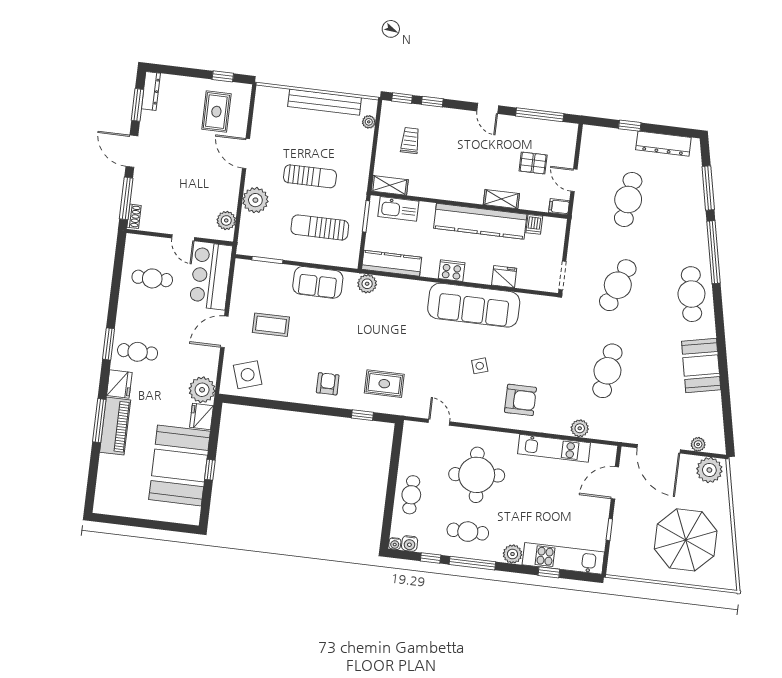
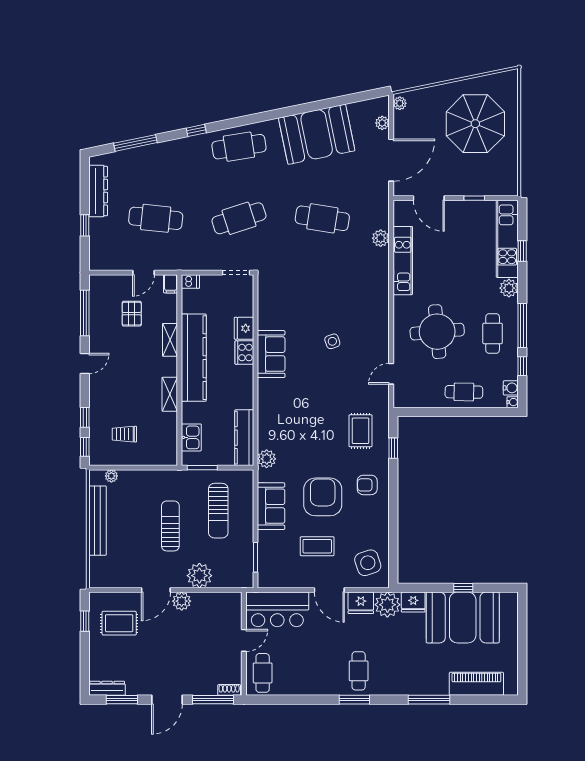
shelving: (390, 185) -> (170, 394), moved
kitchen sink: (398, 209) -> (191, 437), width x0.73
plant: (226, 220) -> (182, 601), moved
dishwasher: (534, 224) -> (190, 281), moved
window: (714, 252) -> (196, 130), width x0.32
cooker: (452, 271) -> (244, 353), moved
cafe table: (152, 278) -> (263, 673), moved
cafe table: (618, 285) -> (239, 218), turned -39
sofa: (474, 305) -> (271, 354), width x0.54, depth x0.79
coffee table: (271, 325) -> (317, 546), turned 90
booth: (701, 365) -> (317, 134), width x1.36, depth x1.42
fridge: (119, 384) -> (361, 603), moved, turned 180
armchair: (520, 400) -> (323, 497), moved, width x1.36, depth x1.36
piano: (115, 426) -> (476, 684), moved
plant: (709, 470) -> (400, 103), width x0.53, depth x0.53

